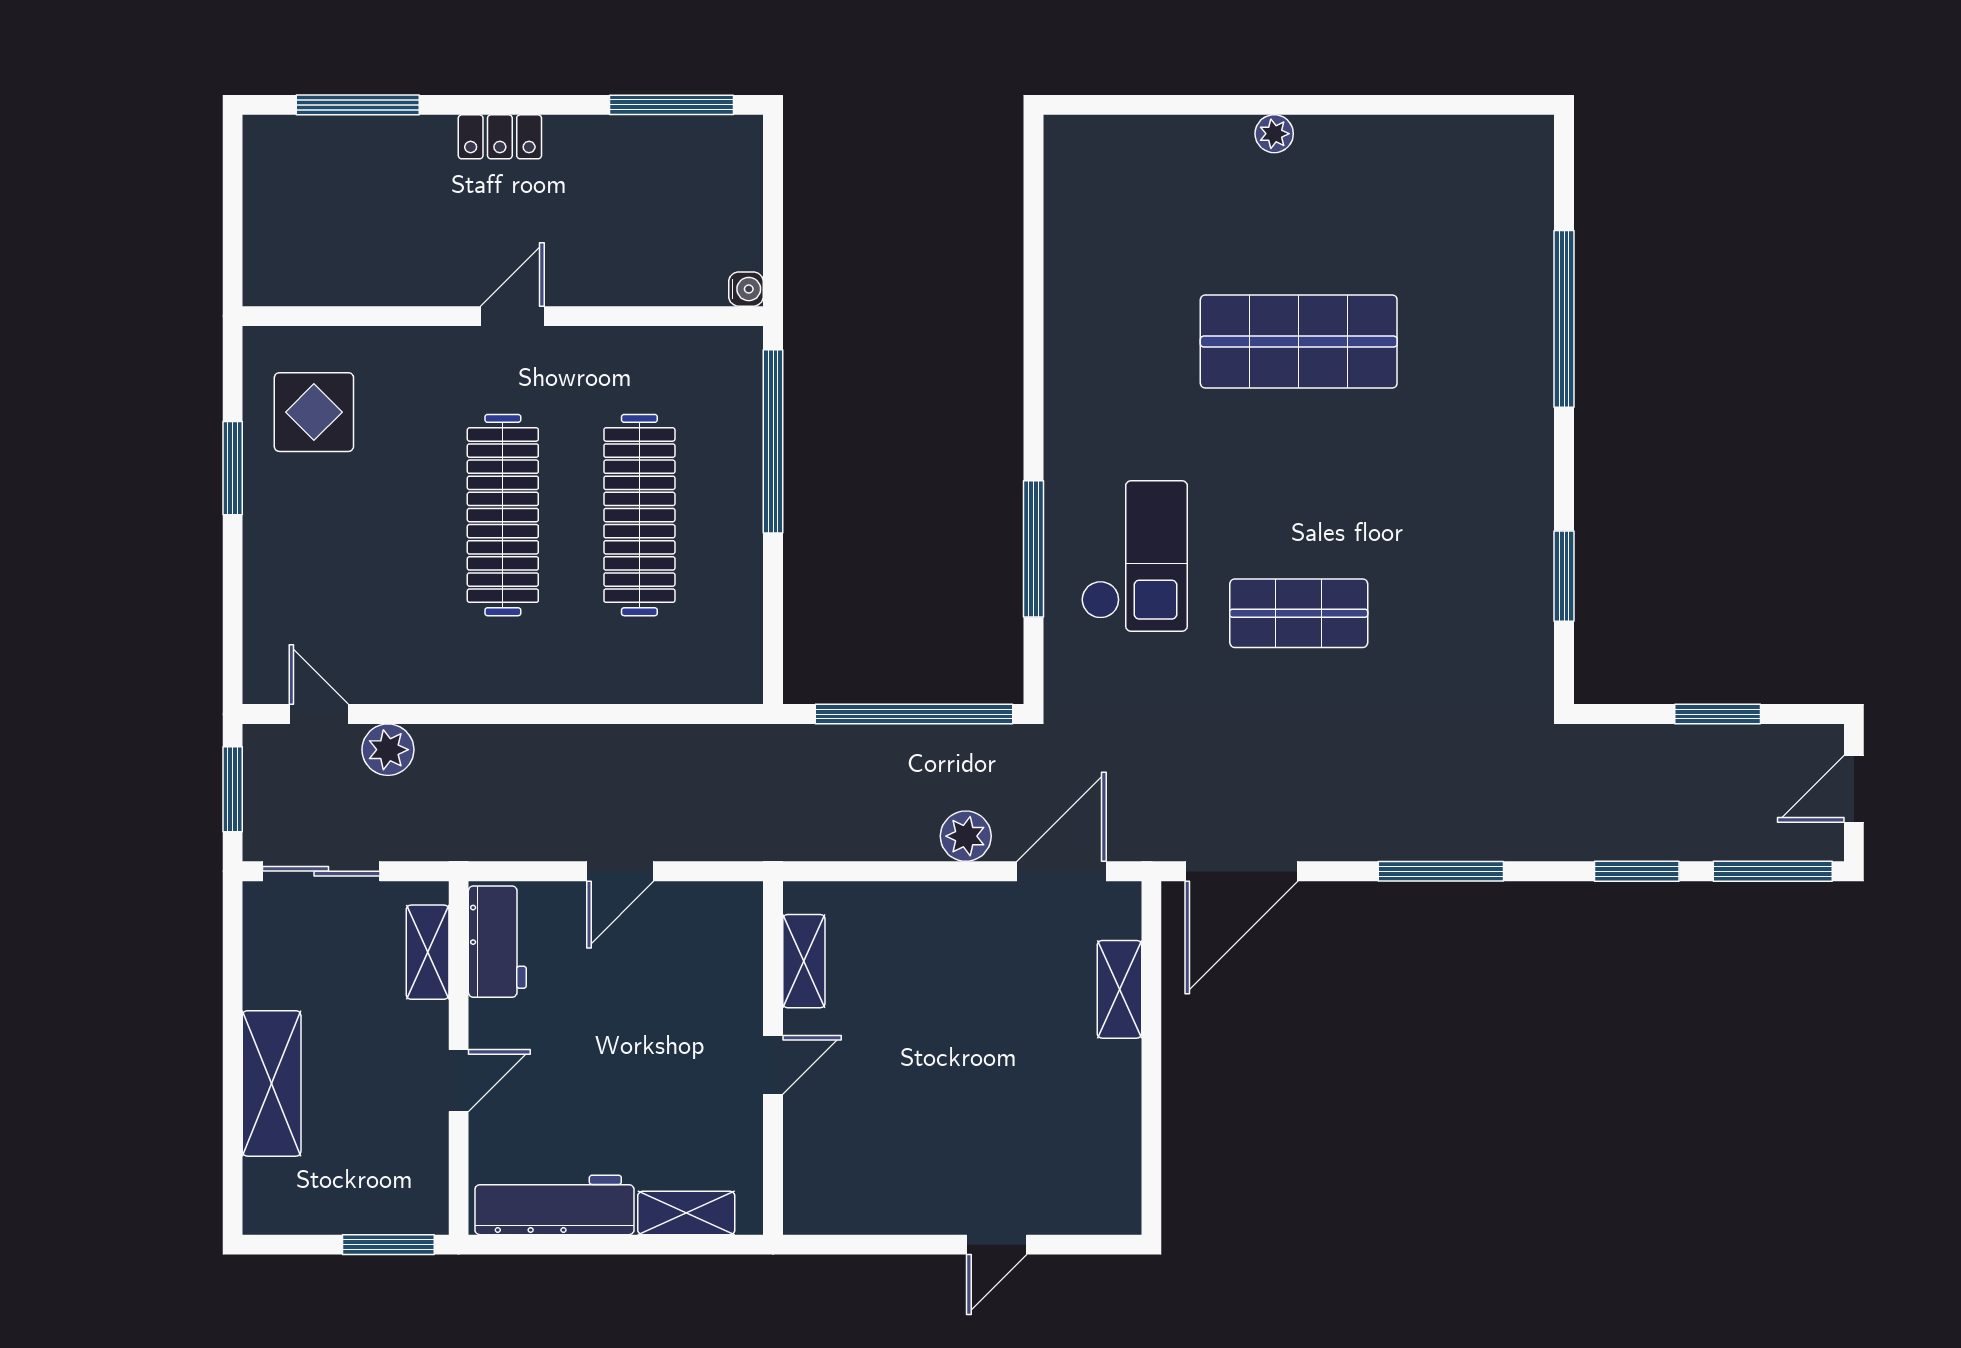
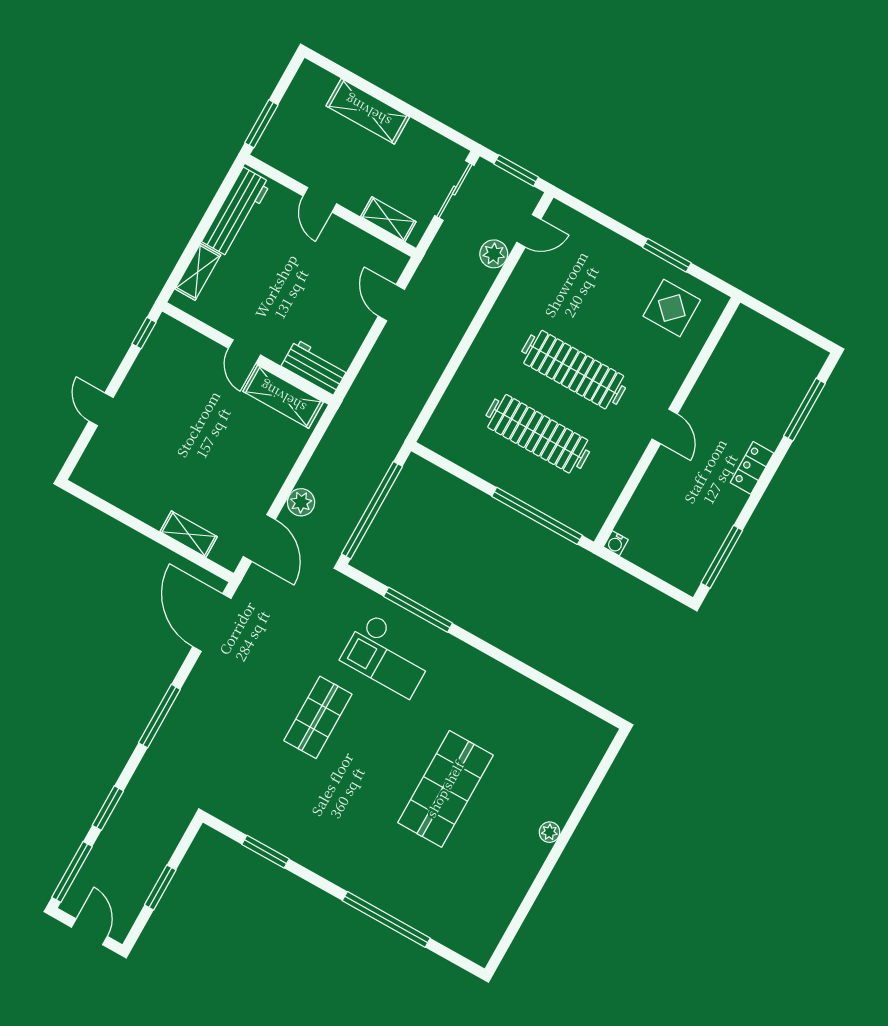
door: (620, 871) -> (391, 303), moved
workbench: (497, 942) -> (315, 367), moved, turned 180
shelving: (804, 961) -> (283, 397), width x1.50, depth x1.33
window: (834, 1245) -> (144, 333), added

